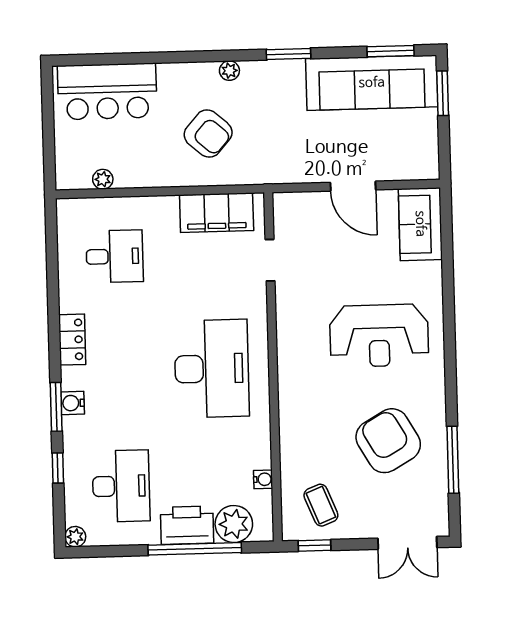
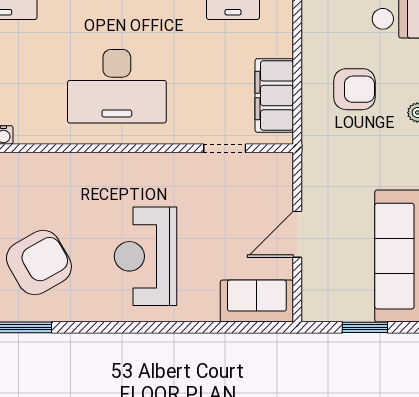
window: (443, 93) -> (365, 327), moved
armchair: (208, 134) -> (354, 89), turned -131

